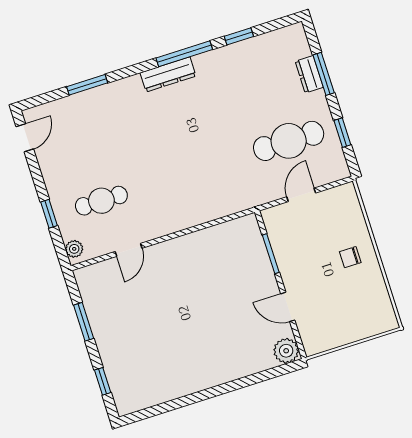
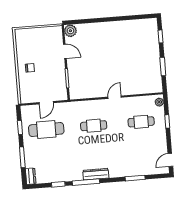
dresser: (309, 74) -> (31, 176), moved
cafe table: (195, 171) -> (94, 126), added
door: (129, 250) -> (115, 97), moved

